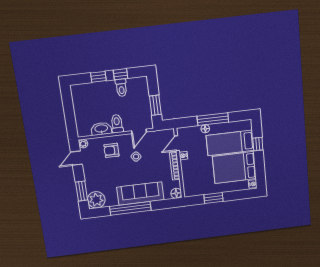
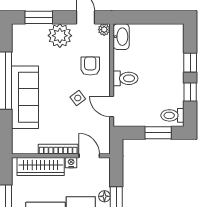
toilet: (121, 88) -> (172, 115), moved
window: (155, 105) -> (158, 133), moved
washbasin: (101, 129) -> (121, 37), moved
wardrobe: (188, 177) -> (41, 166), added
floor lamp: (176, 193) -> (19, 147), removed
plant: (96, 200) -> (60, 36), moved

